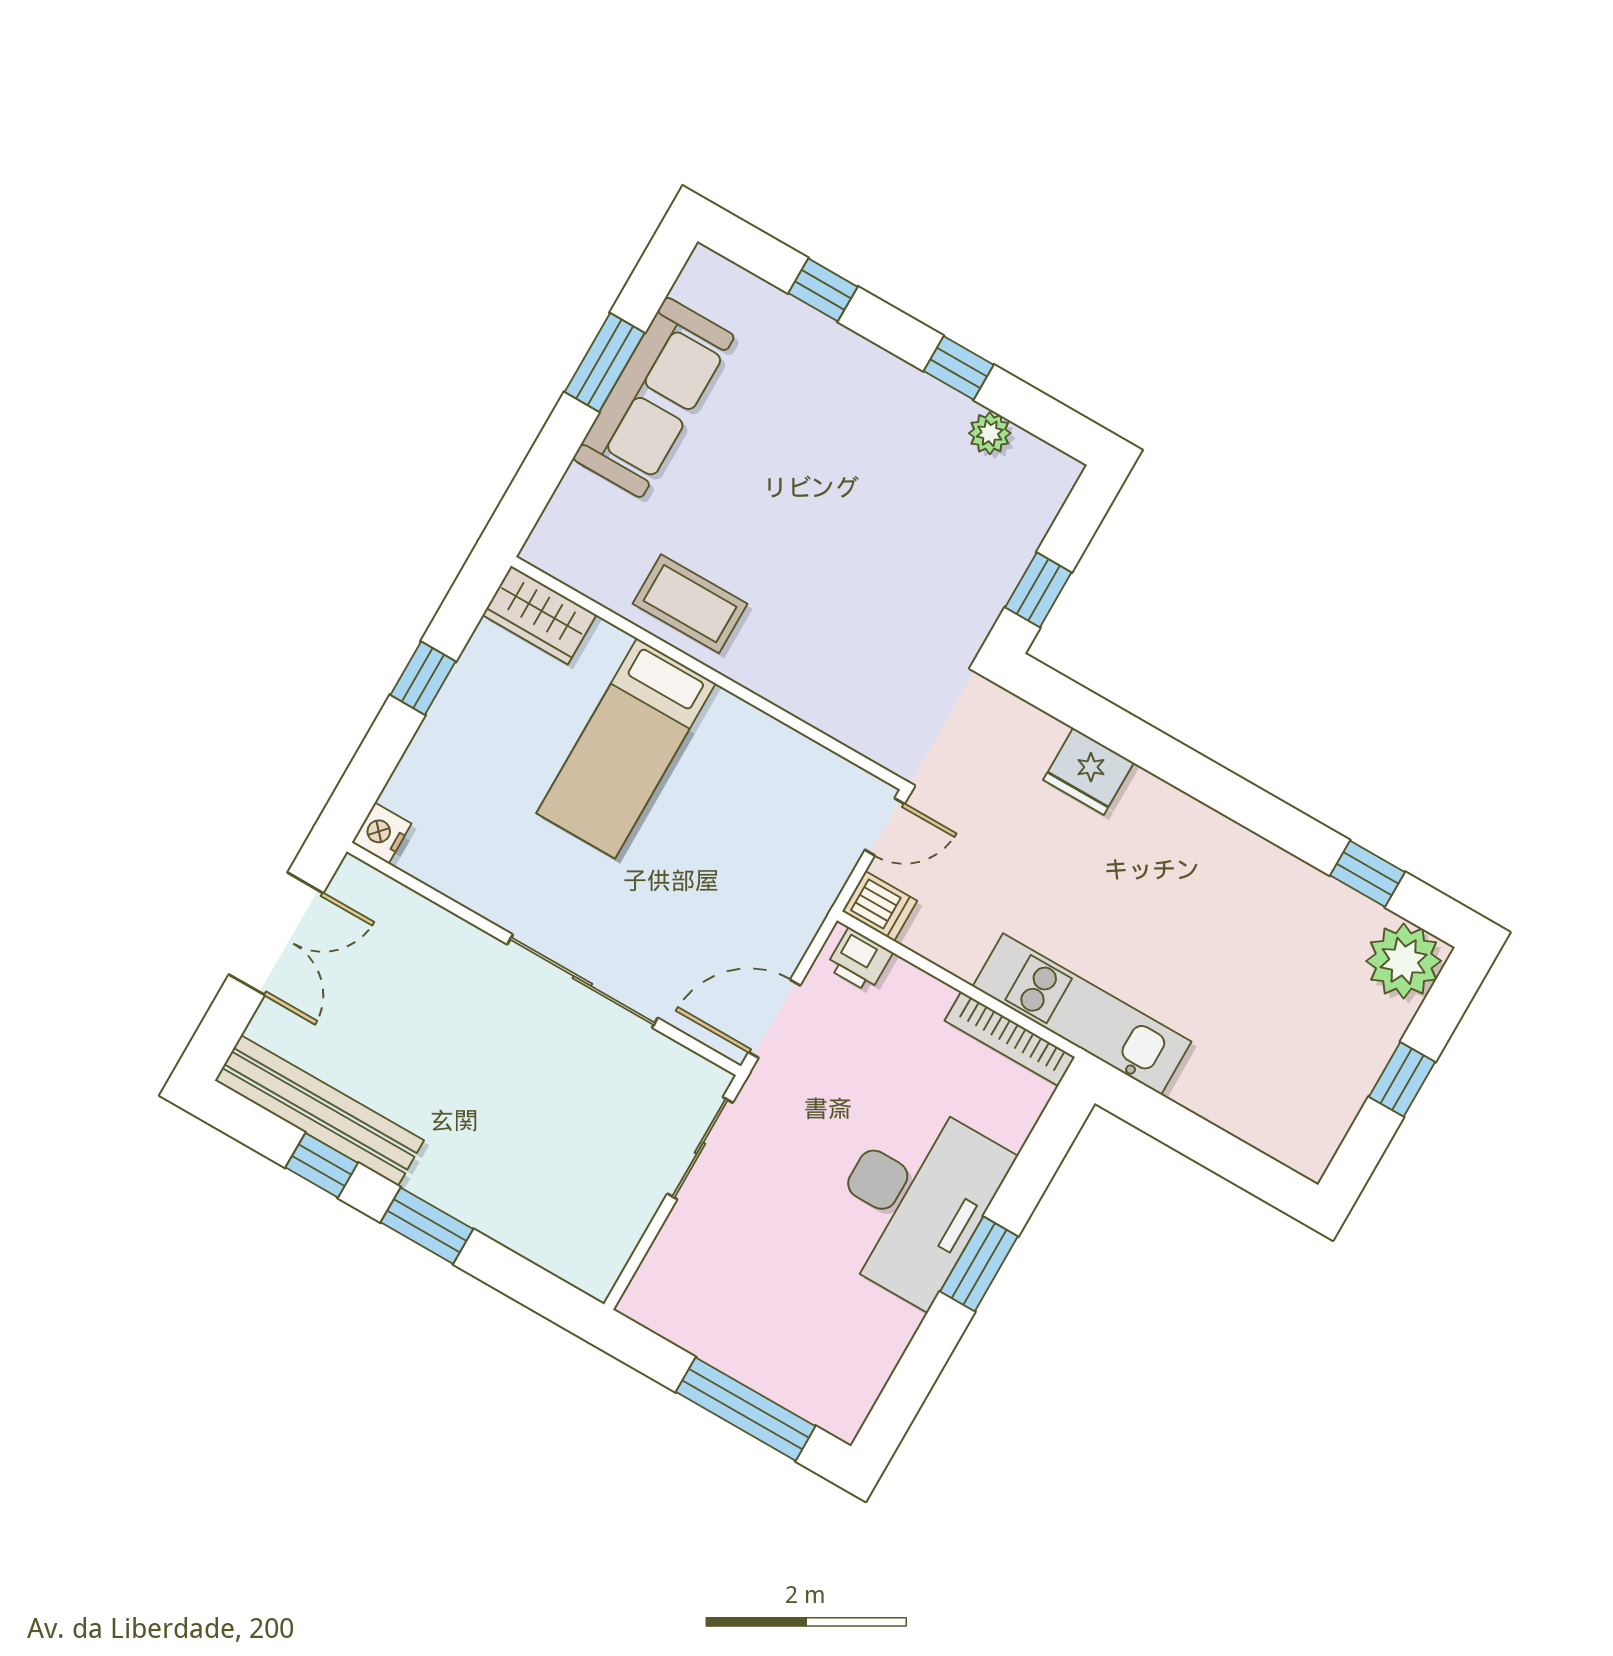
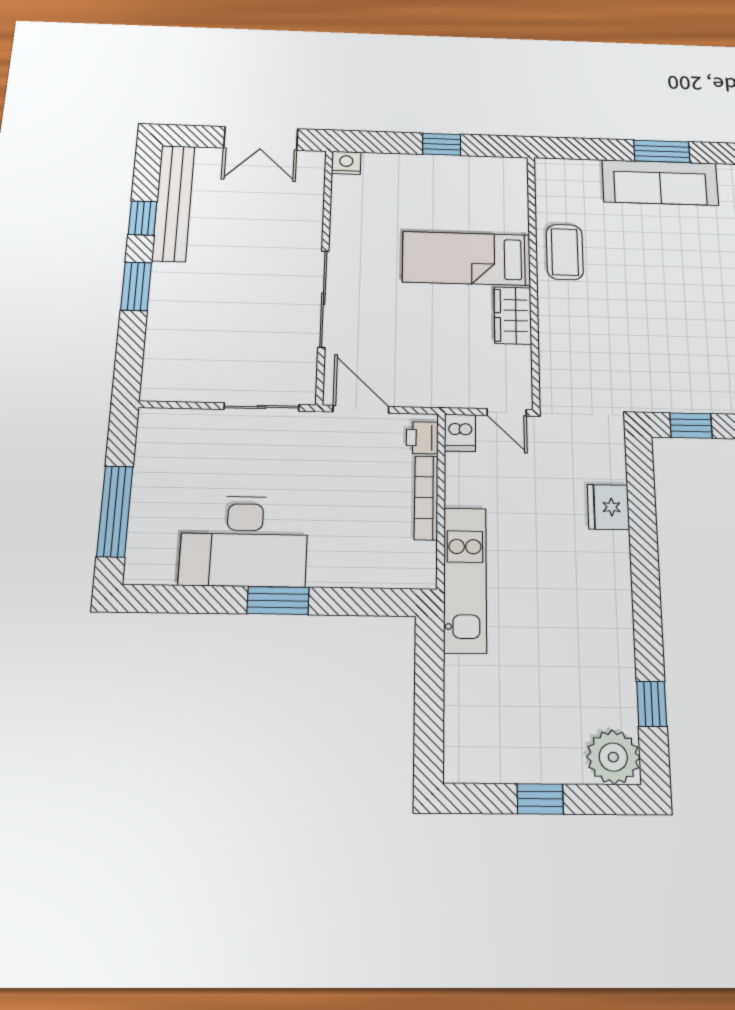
wardrobe: (539, 615) -> (513, 316), moved
bookcase: (1010, 1039) -> (426, 498), moved
desk: (914, 1201) -> (244, 541), moved

